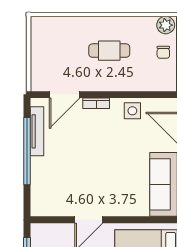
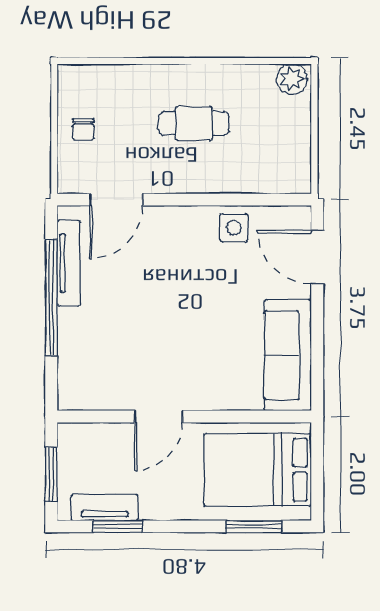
chair: (163, 52) -> (83, 129), moved
bookcase: (96, 103) -> (171, 215), removed

